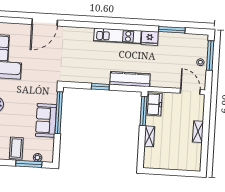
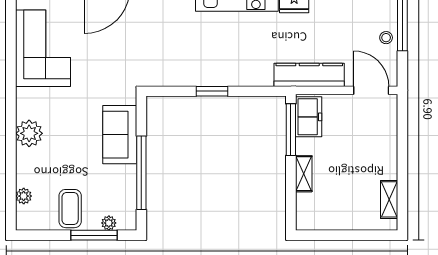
kitchen counter: (130, 79) -> (309, 75), moved
window: (59, 113) -> (141, 173), moved
sofa: (46, 120) -> (120, 135), moved
shelving: (198, 132) -> (389, 199), moved

